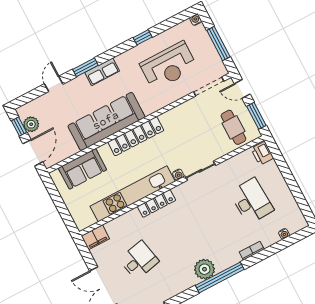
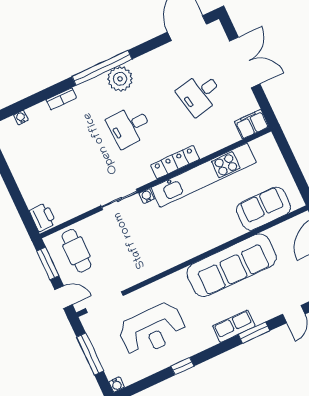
reception desk: (169, 66) -> (152, 330), turned 180
locker: (136, 136) -> (197, 245), removed
desk: (252, 201) -> (129, 126), moved, width x0.73

